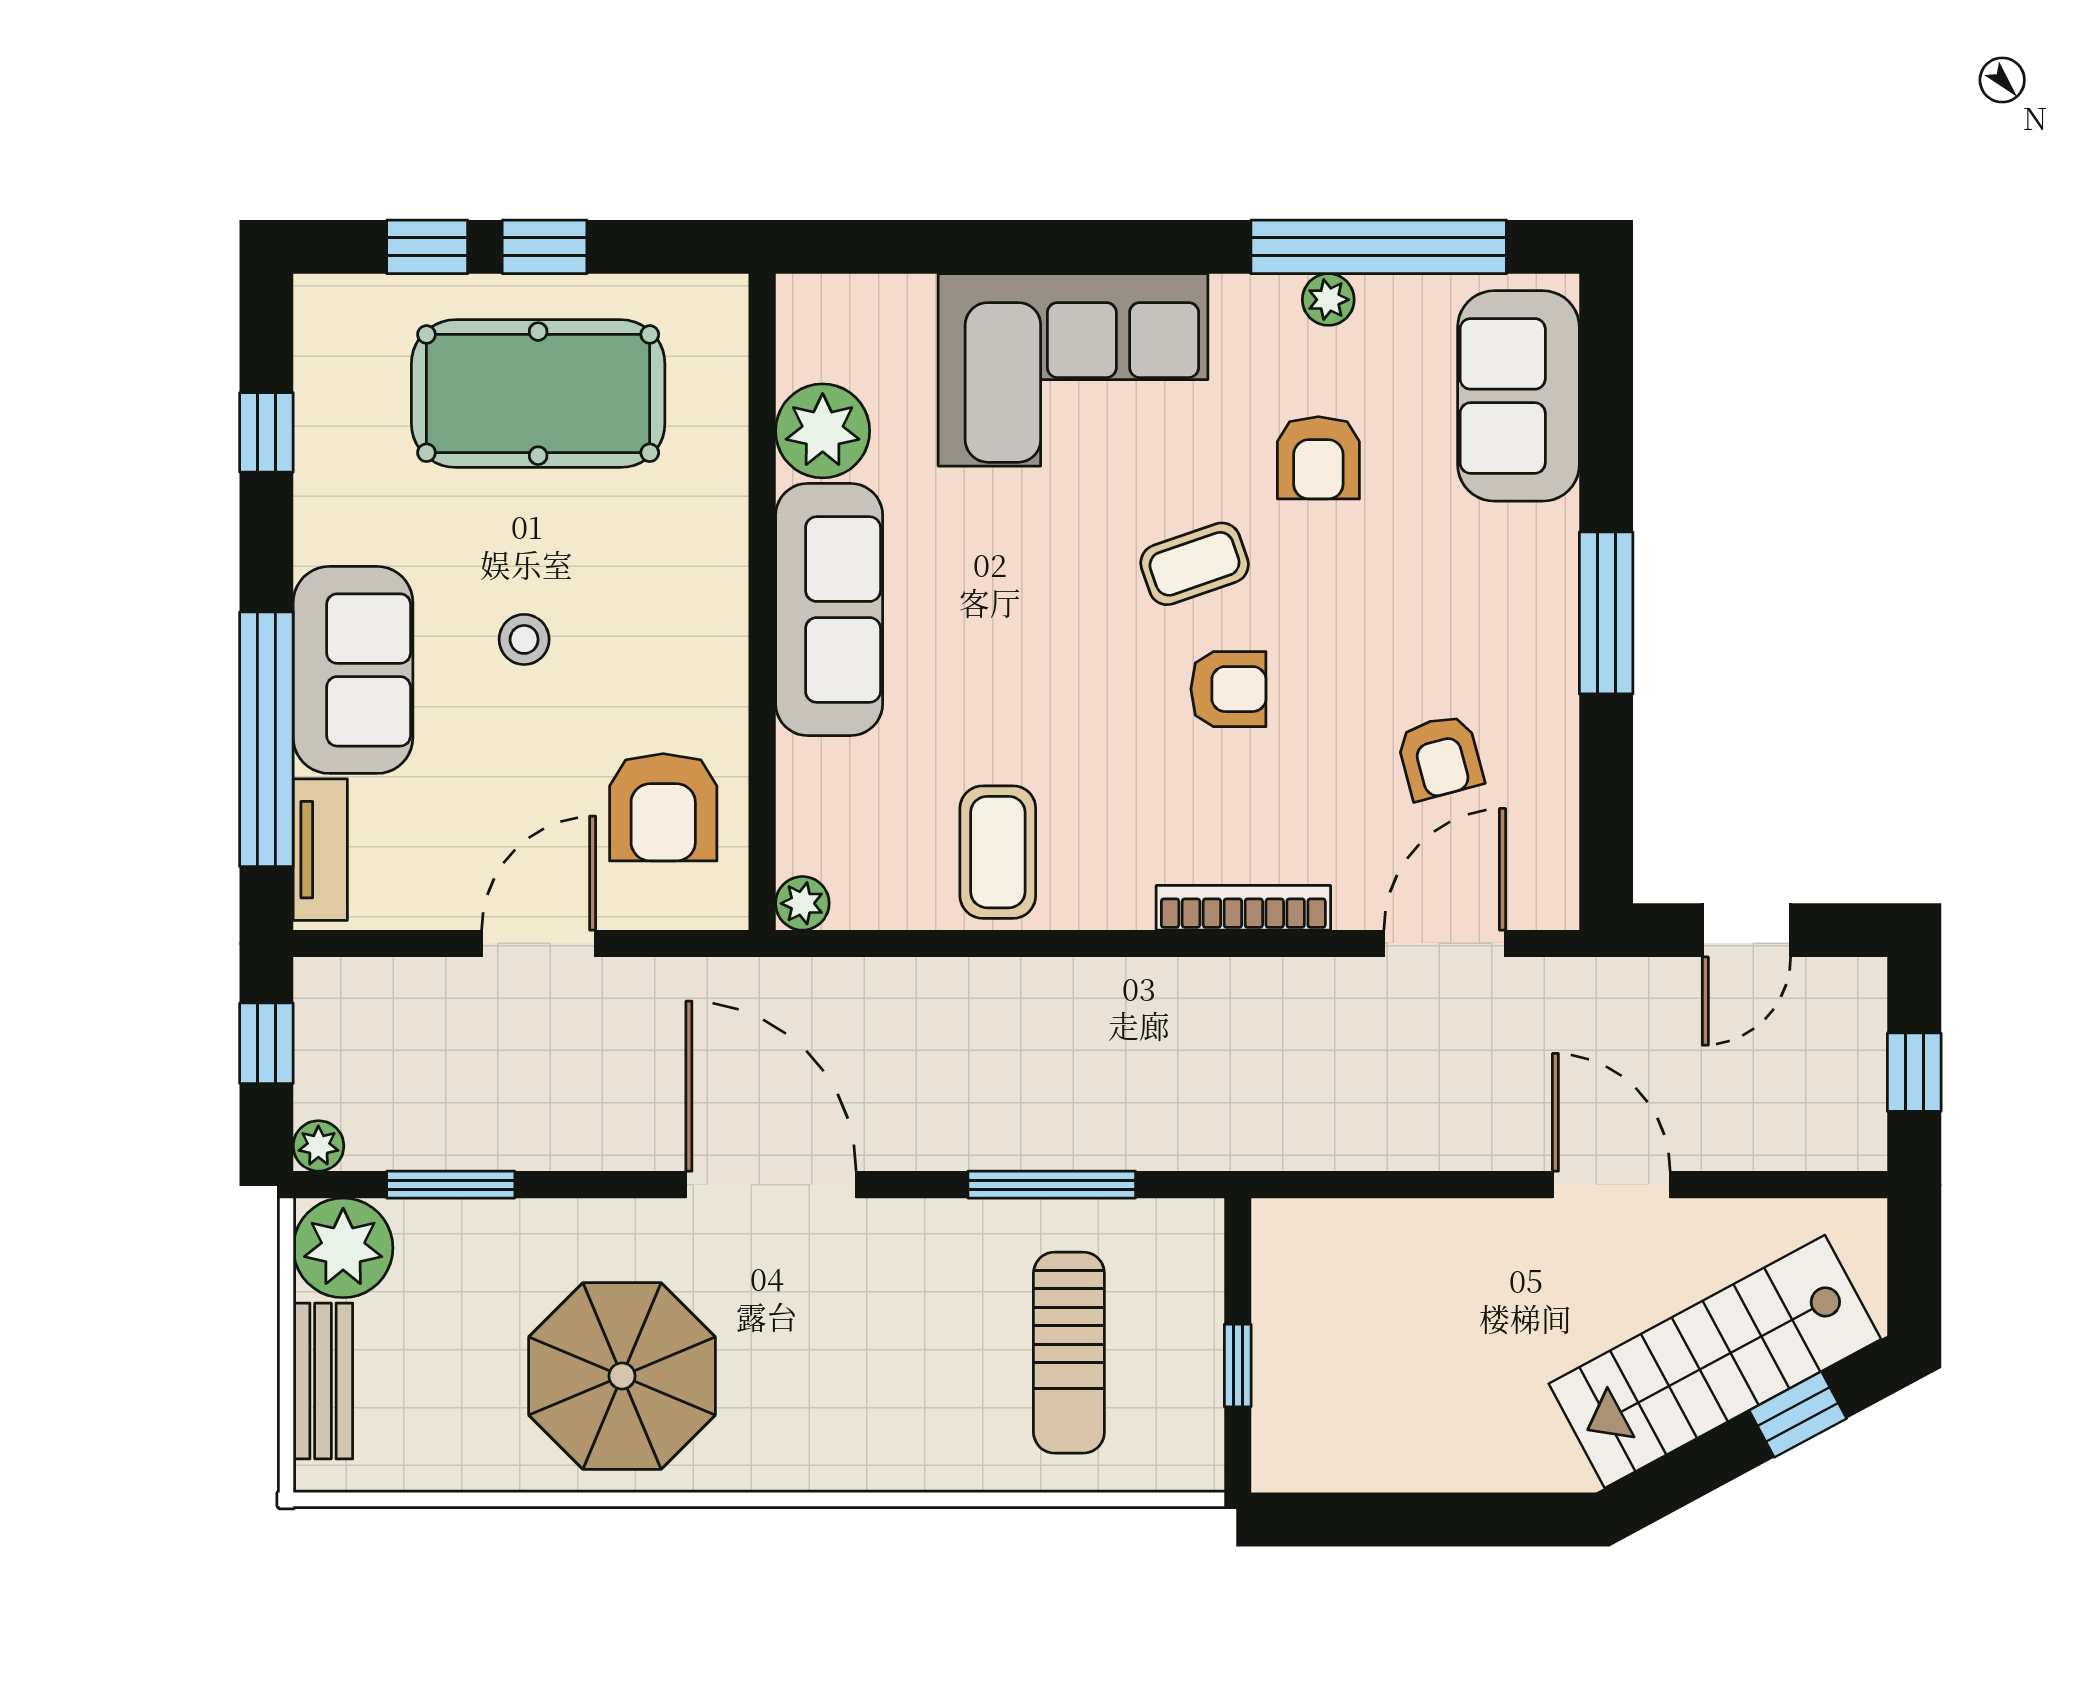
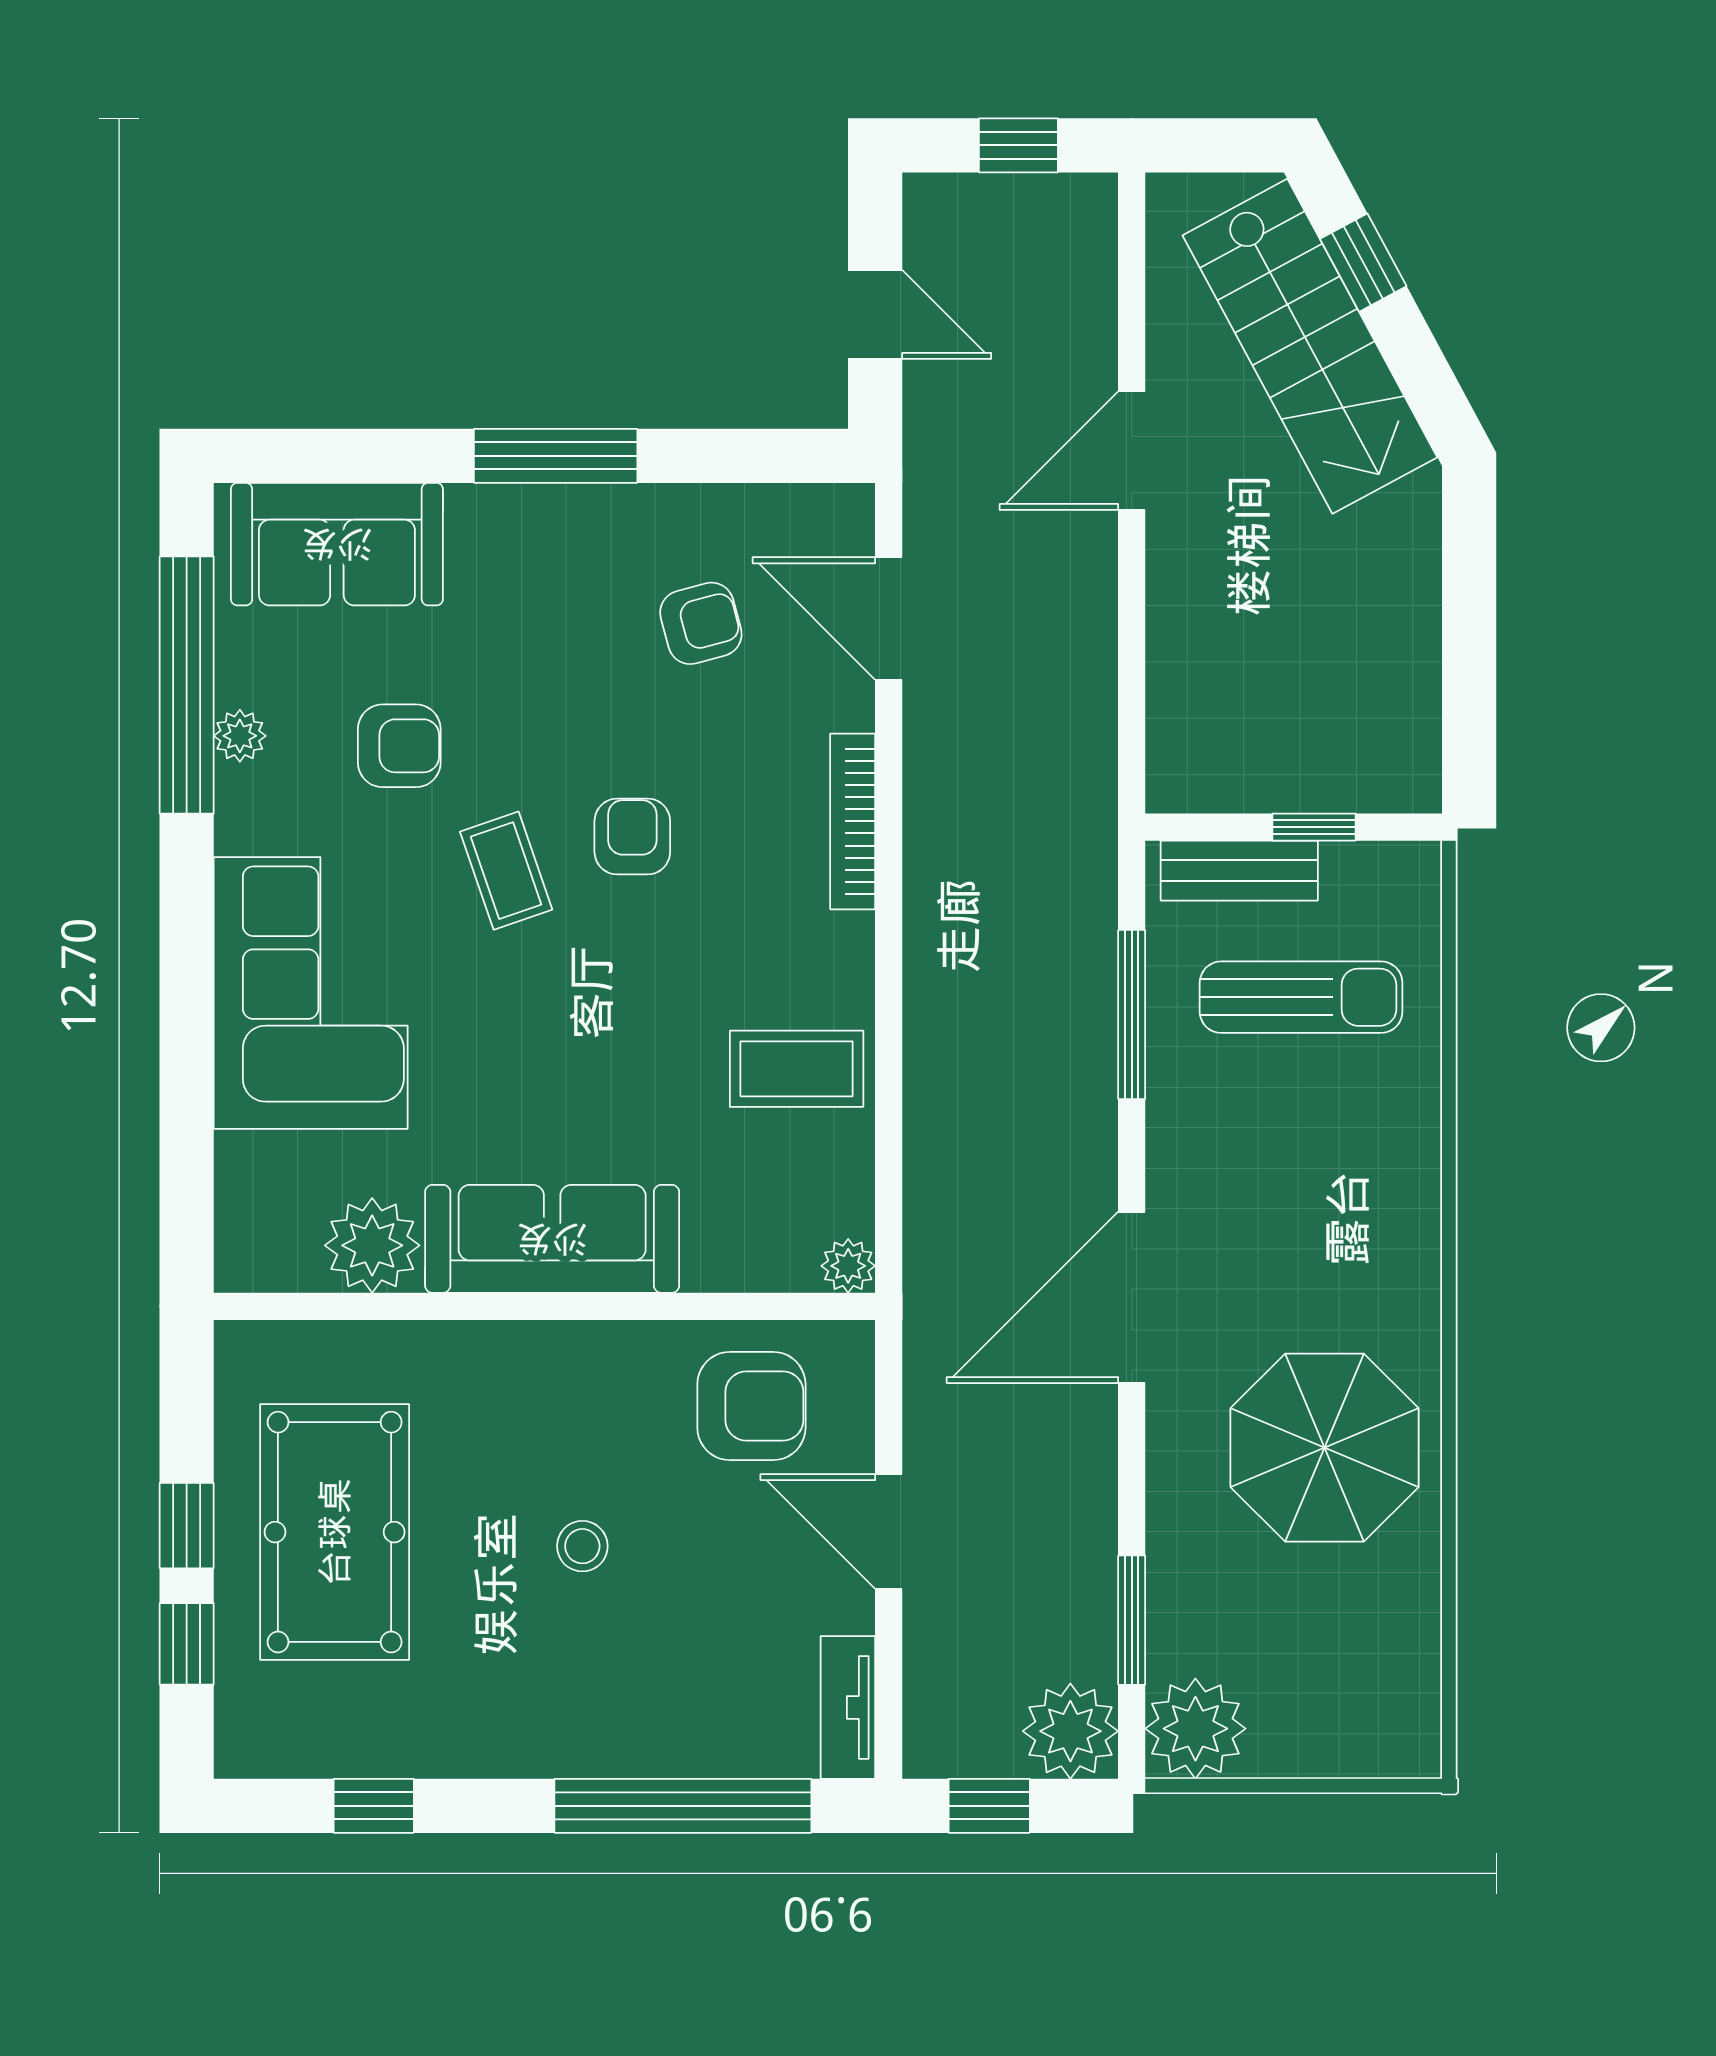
sofa: (353, 670) -> (613, 1719), removed
tv unit: (320, 850) -> (848, 1707), moved, turned -90
plant: (318, 1146) -> (1070, 1731), width x1.87, depth x1.87
bench: (323, 1381) -> (1239, 871), moved

